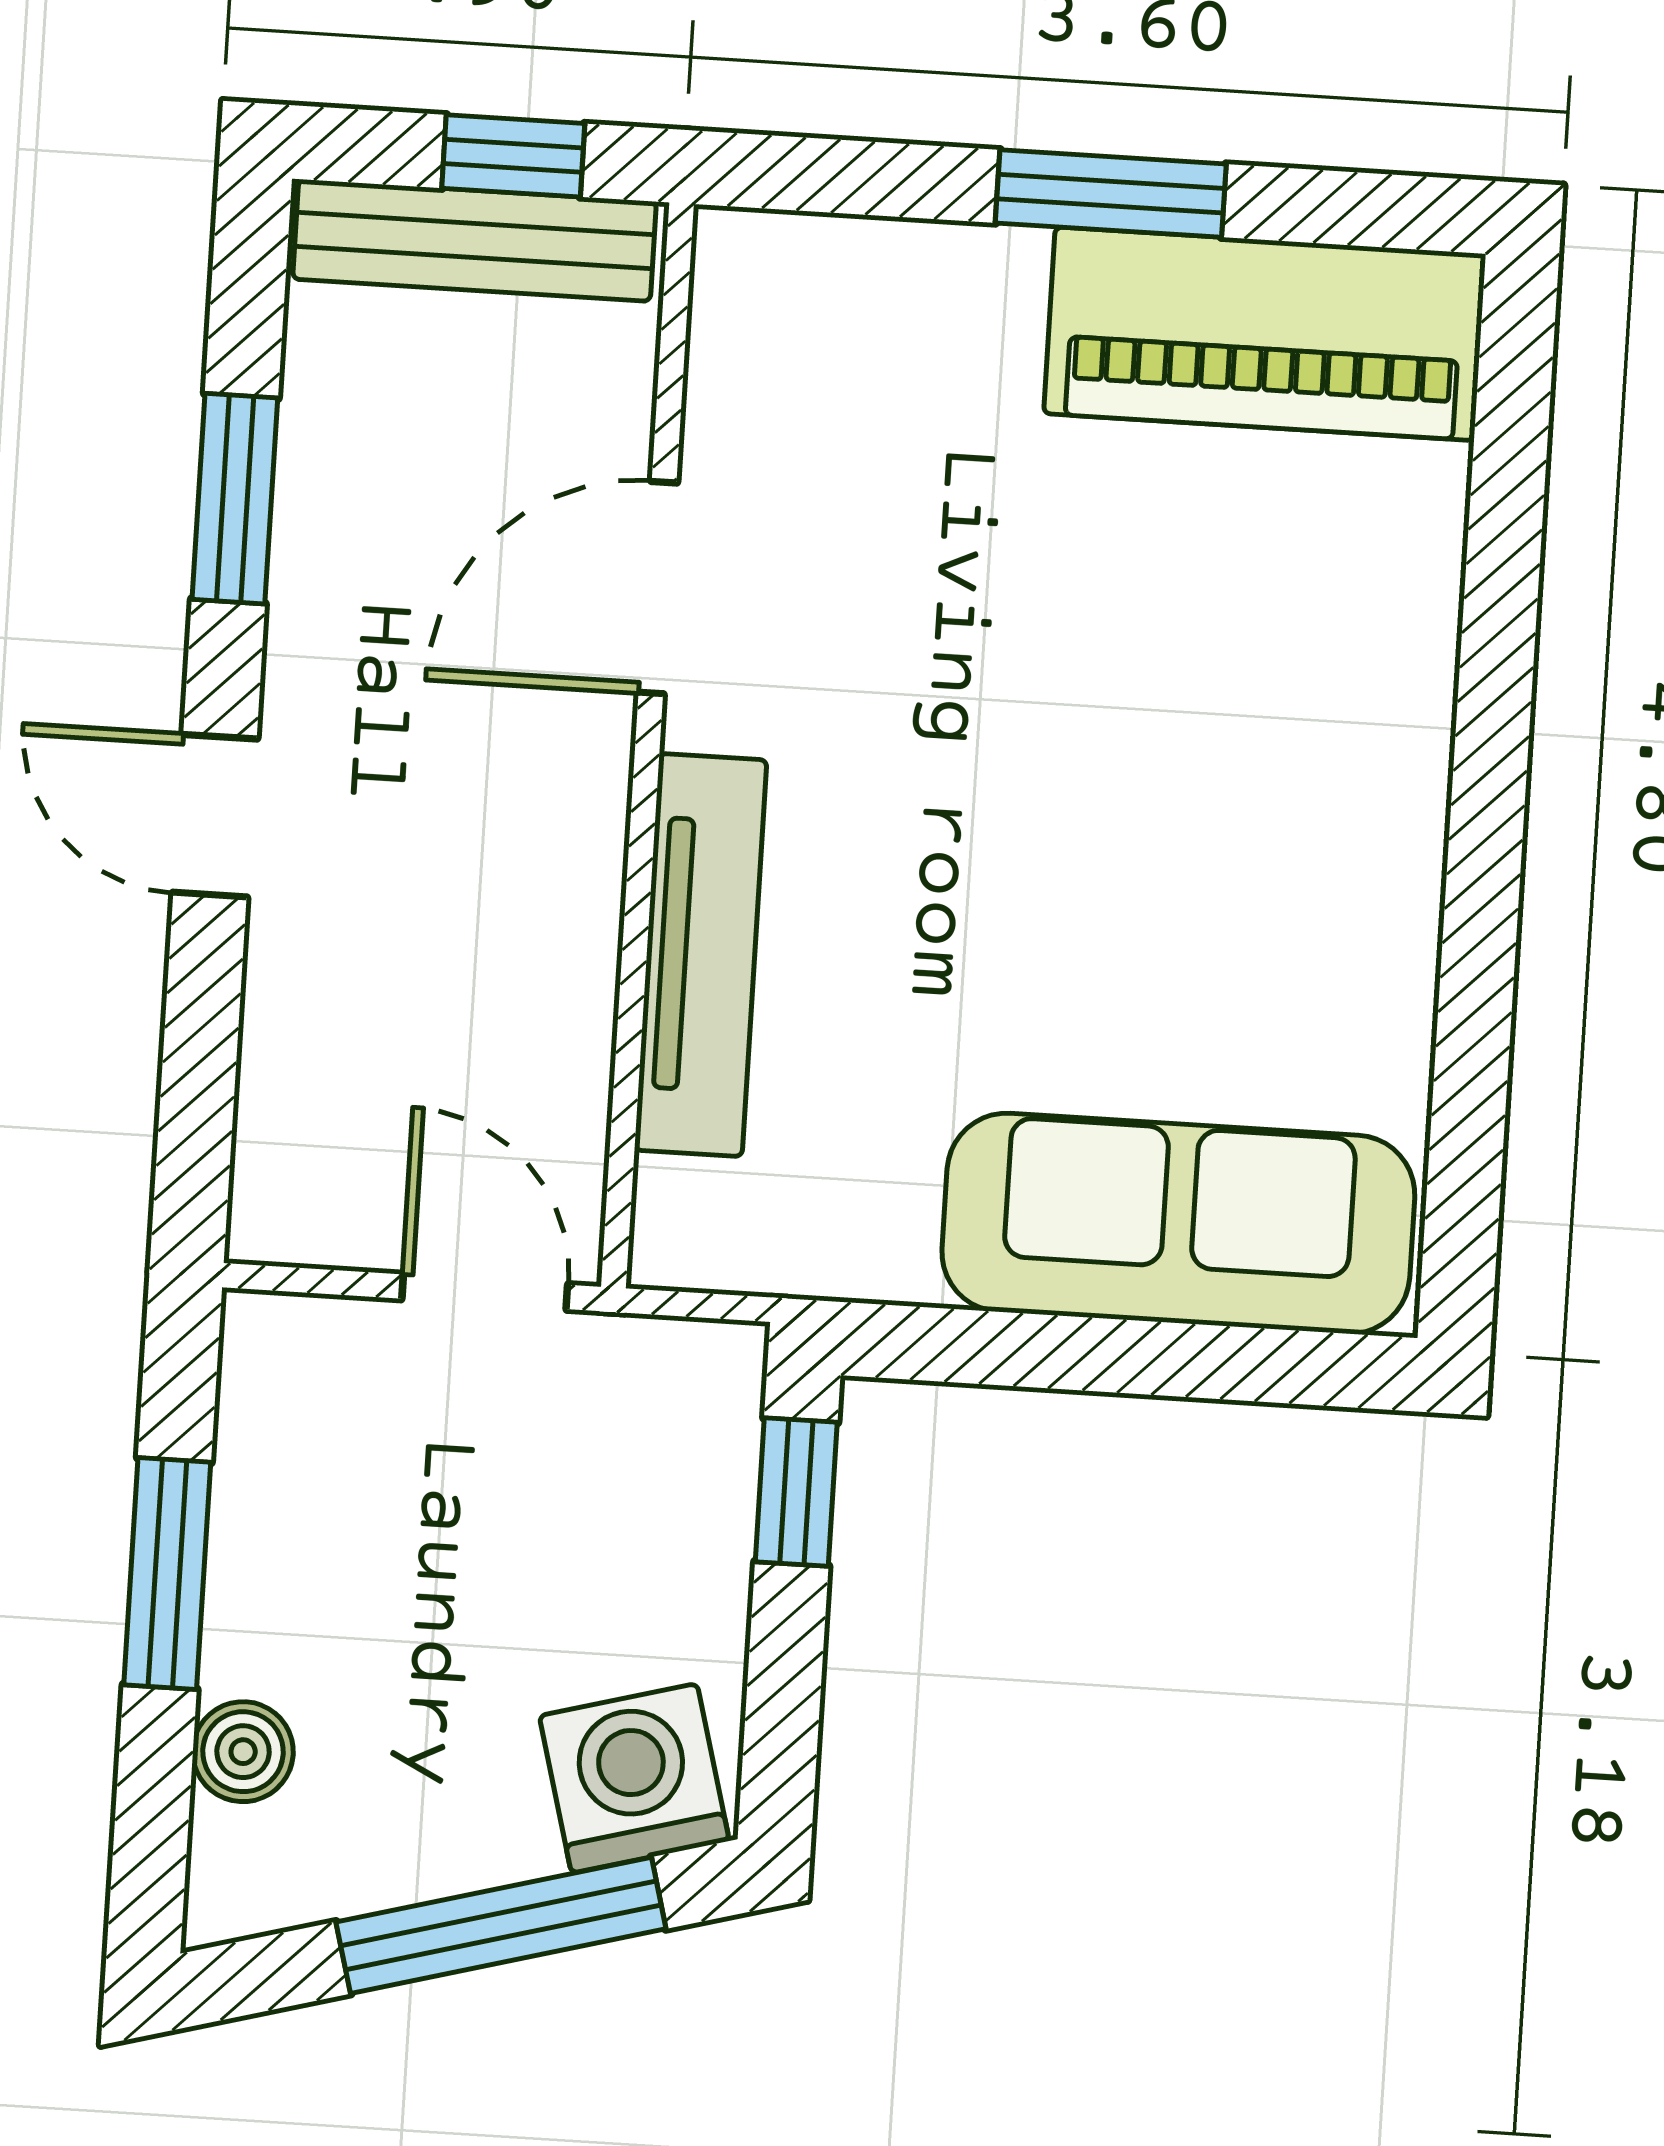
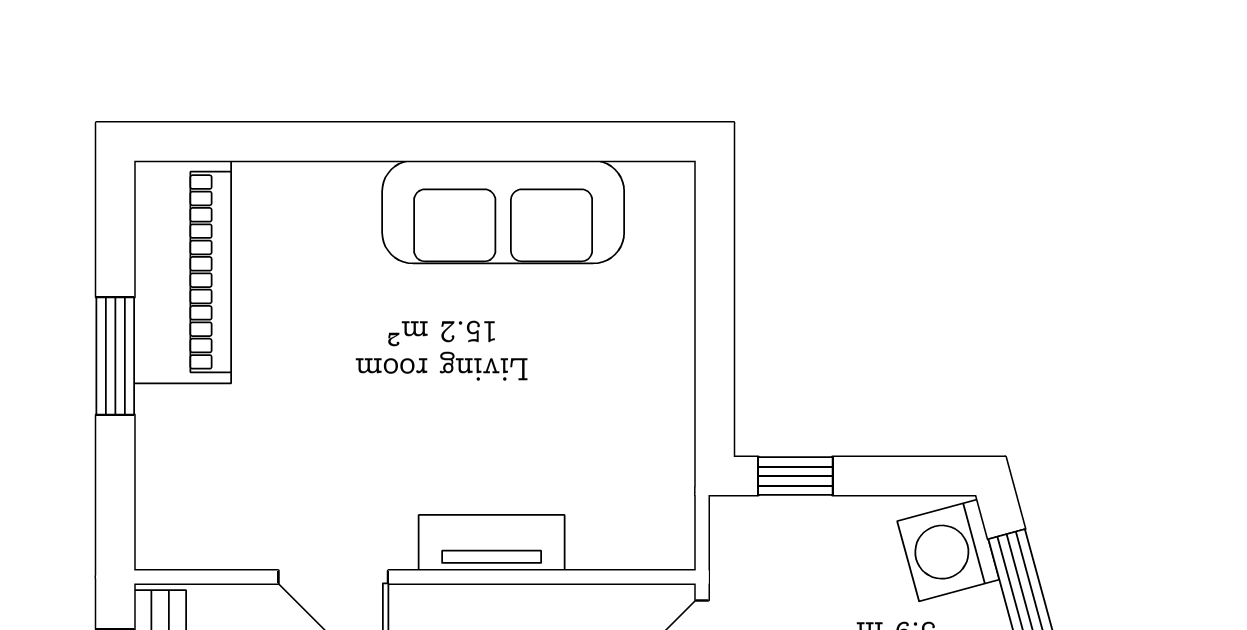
tv unit: (701, 955) -> (492, 543), width x0.71
sofa: (1178, 1223) -> (503, 212), moved, turned -90

